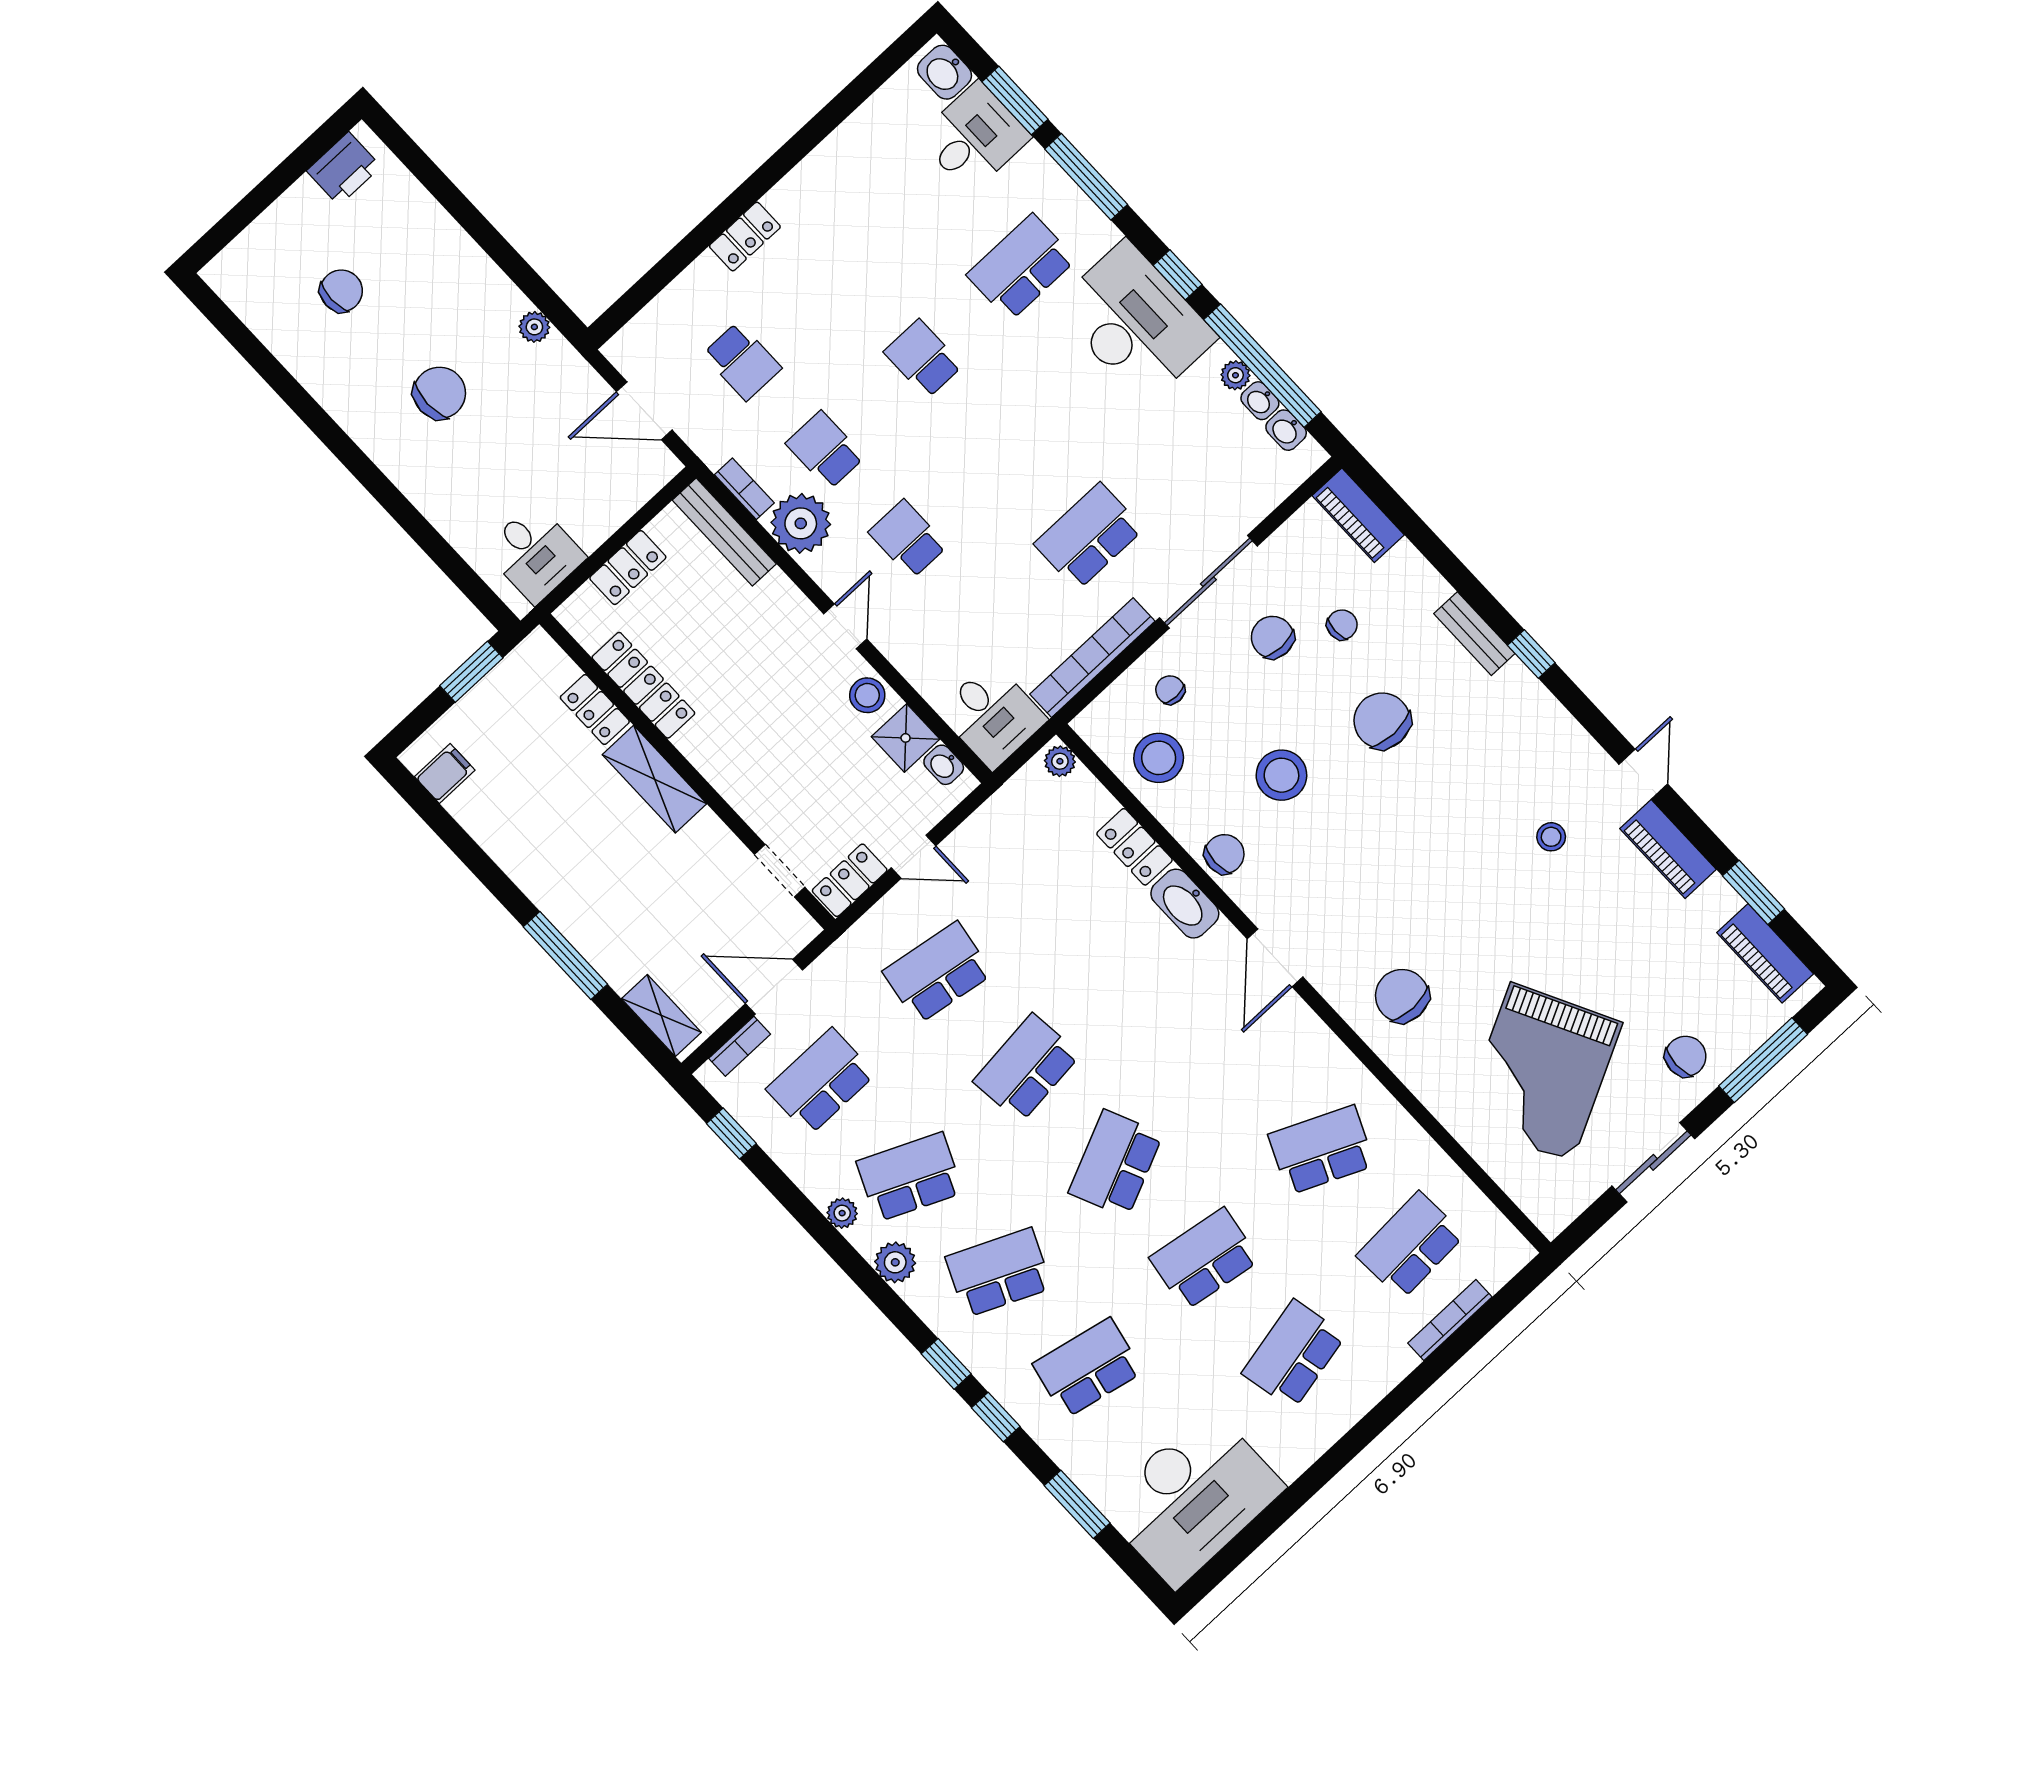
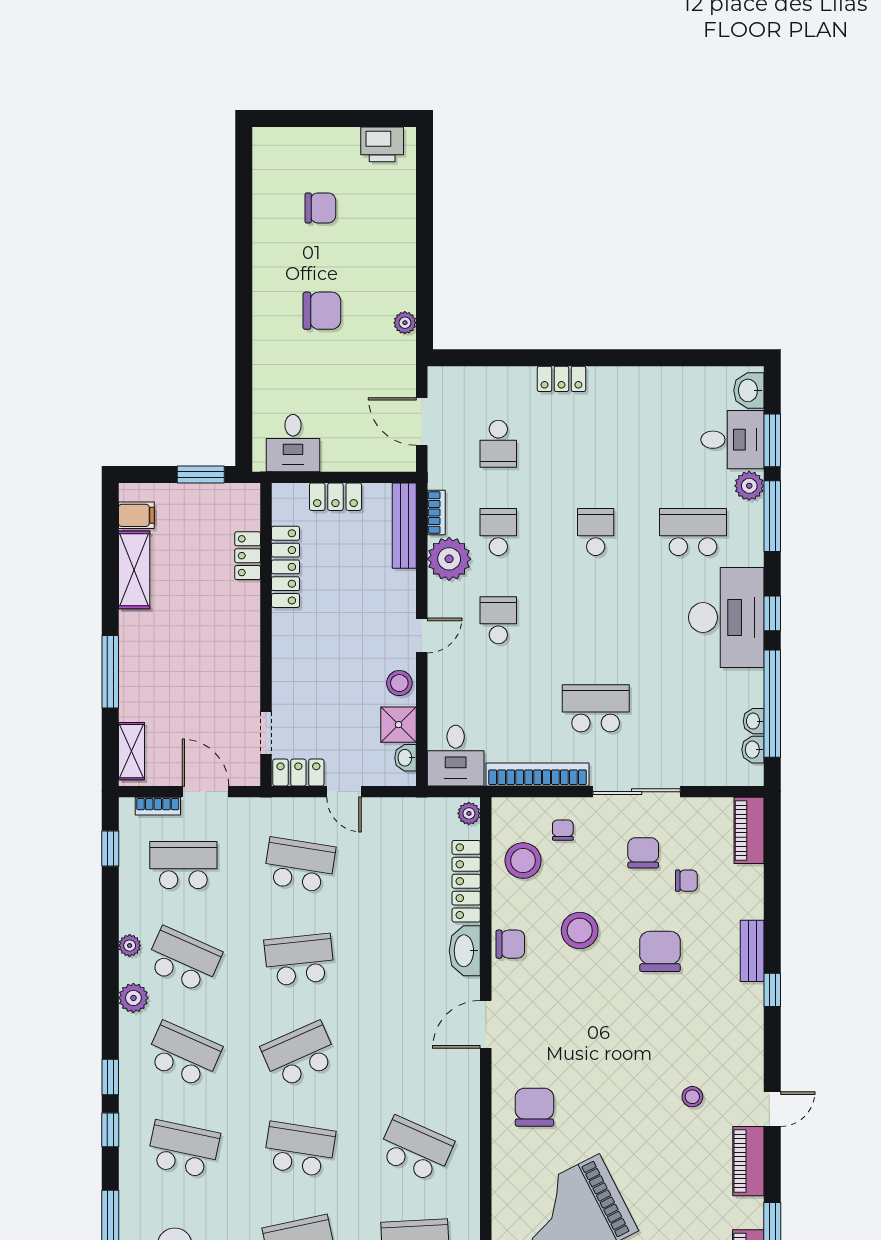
plant: (1235, 375) -> (749, 486), moved, width x1.38, depth x1.38
shelving: (654, 779) -> (134, 570), moved
locker: (1135, 847) -> (466, 881), width x1.53

